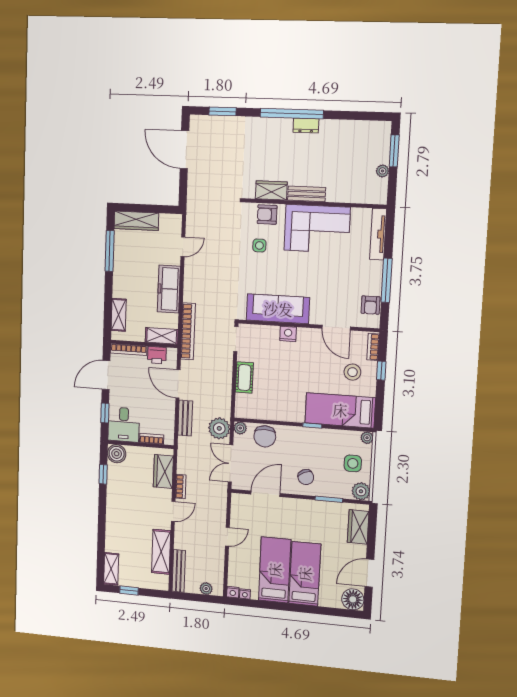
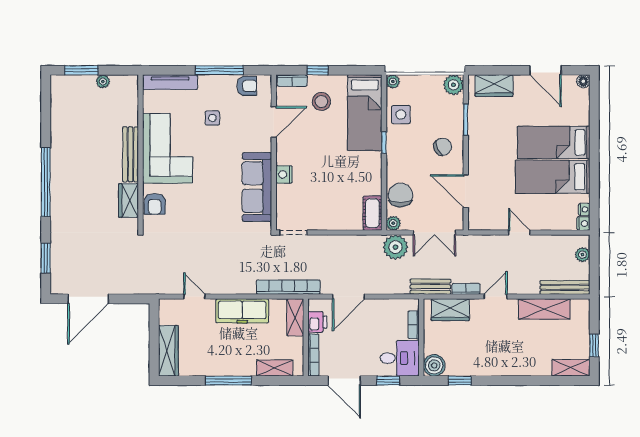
dresser: (306, 125) -> (58, 166), removed
bench: (307, 194) -> (131, 154), width x1.36
side table: (259, 245) -> (212, 118), moved
window: (110, 251) -> (228, 381), moved
cot: (244, 377) -> (372, 213), moved, turned 90
bench: (185, 418) -> (430, 287), moved
chair: (265, 436) -> (400, 195), turned -90
side table: (353, 463) -> (401, 115), moved
door: (173, 511) -> (496, 297), hinge flipped
floor lamp: (353, 599) -> (583, 81), width x0.53, depth x0.53

